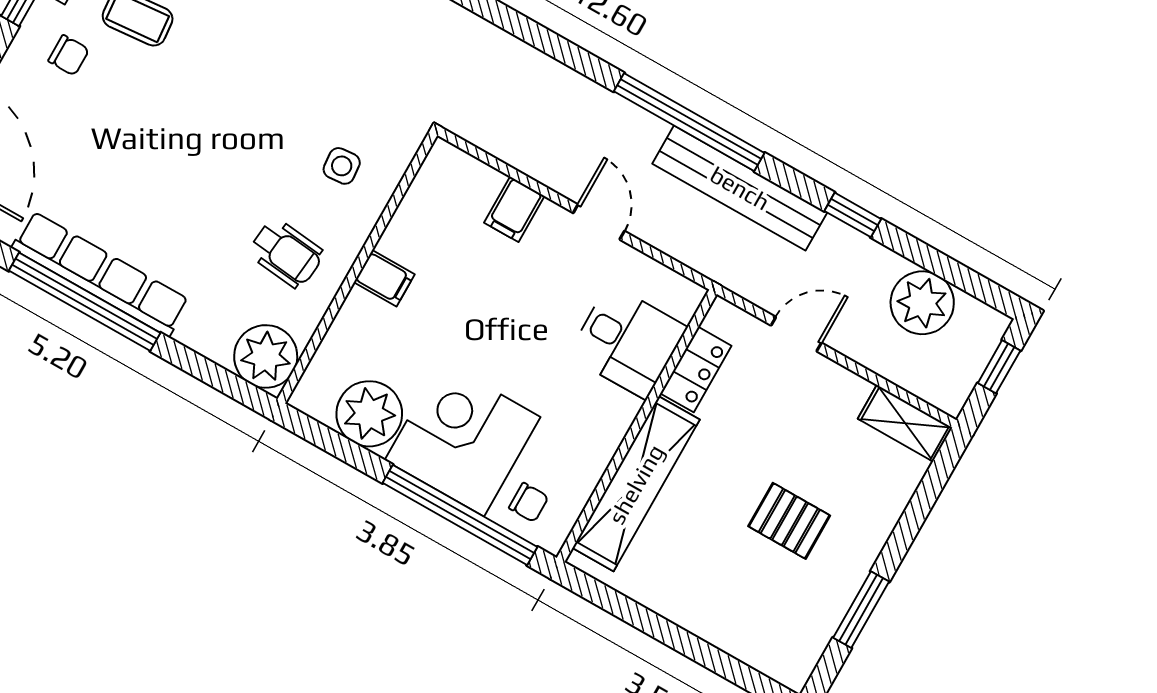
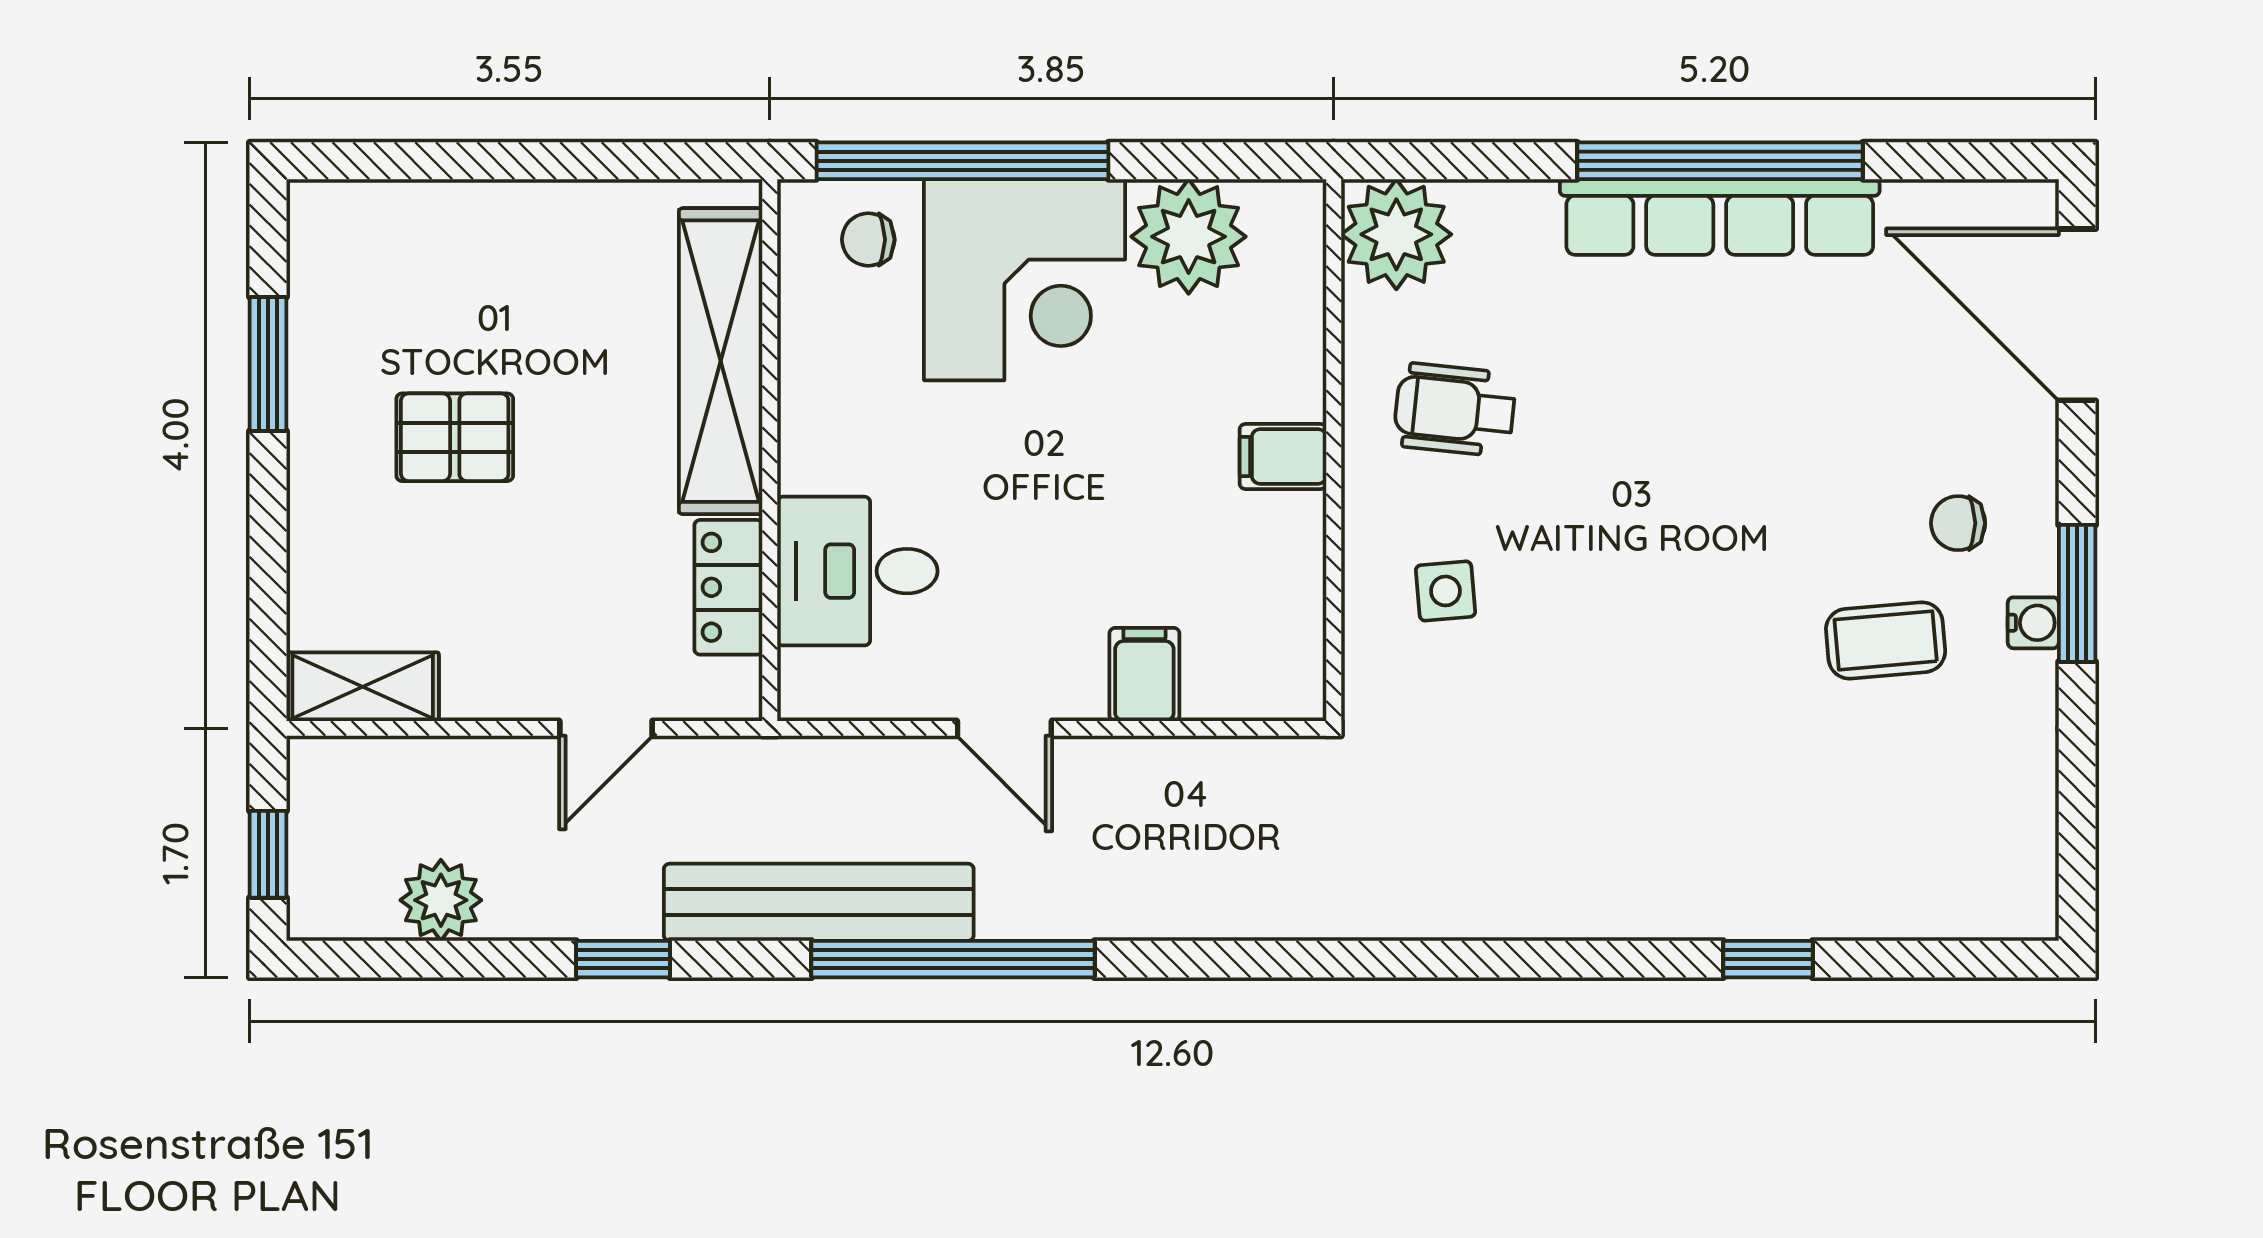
plant: (922, 303) -> (441, 900), width x0.73, depth x0.73

